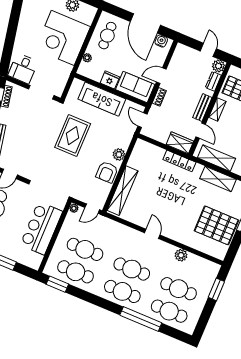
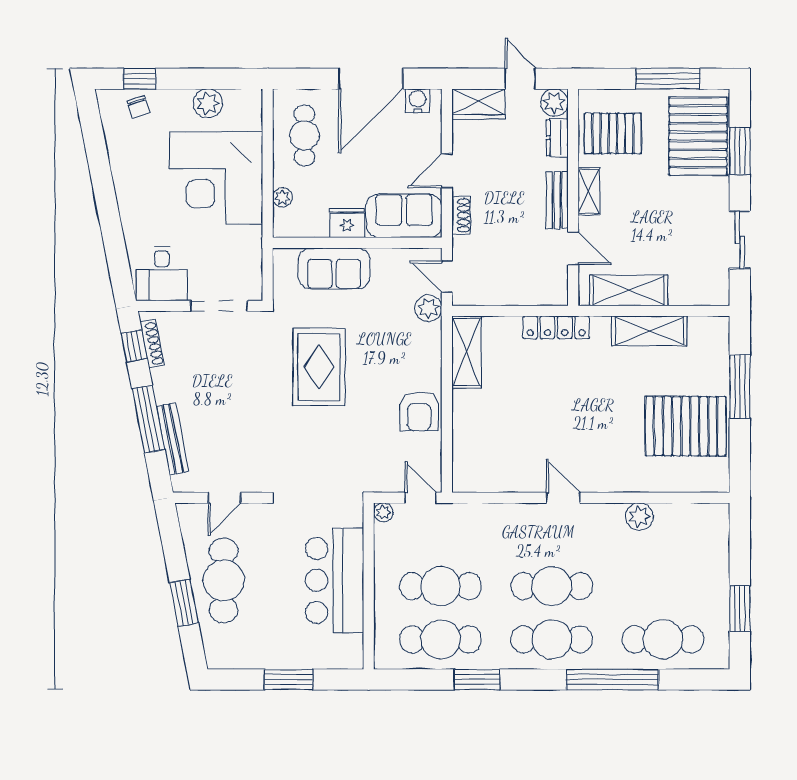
door: (145, 23) -> (371, 79), hinge flipped
sofa: (102, 99) -> (334, 268), width x0.73
wardrobe: (180, 143) -> (478, 104), moved, turned 180
plant: (119, 154) -> (428, 308), moved
shelving: (123, 191) -> (466, 352), moved, width x0.68
door: (92, 209) -> (421, 498), swing flipped
window: (57, 284) -> (477, 680), moved
cafe table: (179, 289) -> (663, 586), removed
window: (216, 289) -> (740, 609), moved

